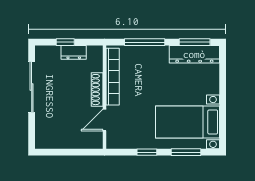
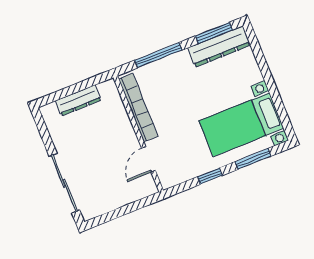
window: (65, 42) -> (70, 90), removed
dresser: (74, 52) -> (78, 100), width x1.44
sliding door: (32, 87) -> (64, 183), moved
shoe rack: (97, 90) -> (127, 129), removed

